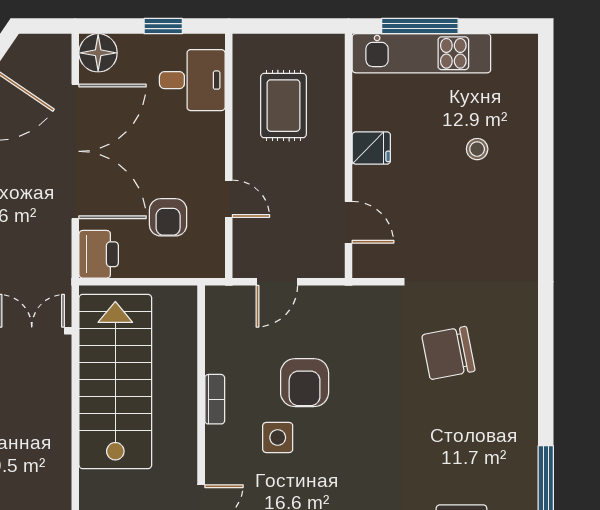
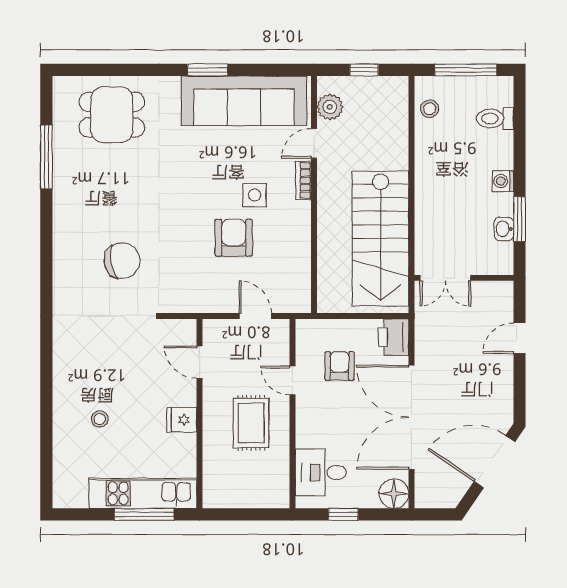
rug: (284, 106) -> (251, 423), moved
door: (277, 282) -> (255, 316), hinge flipped
bookcase: (215, 399) -> (303, 180), moved

